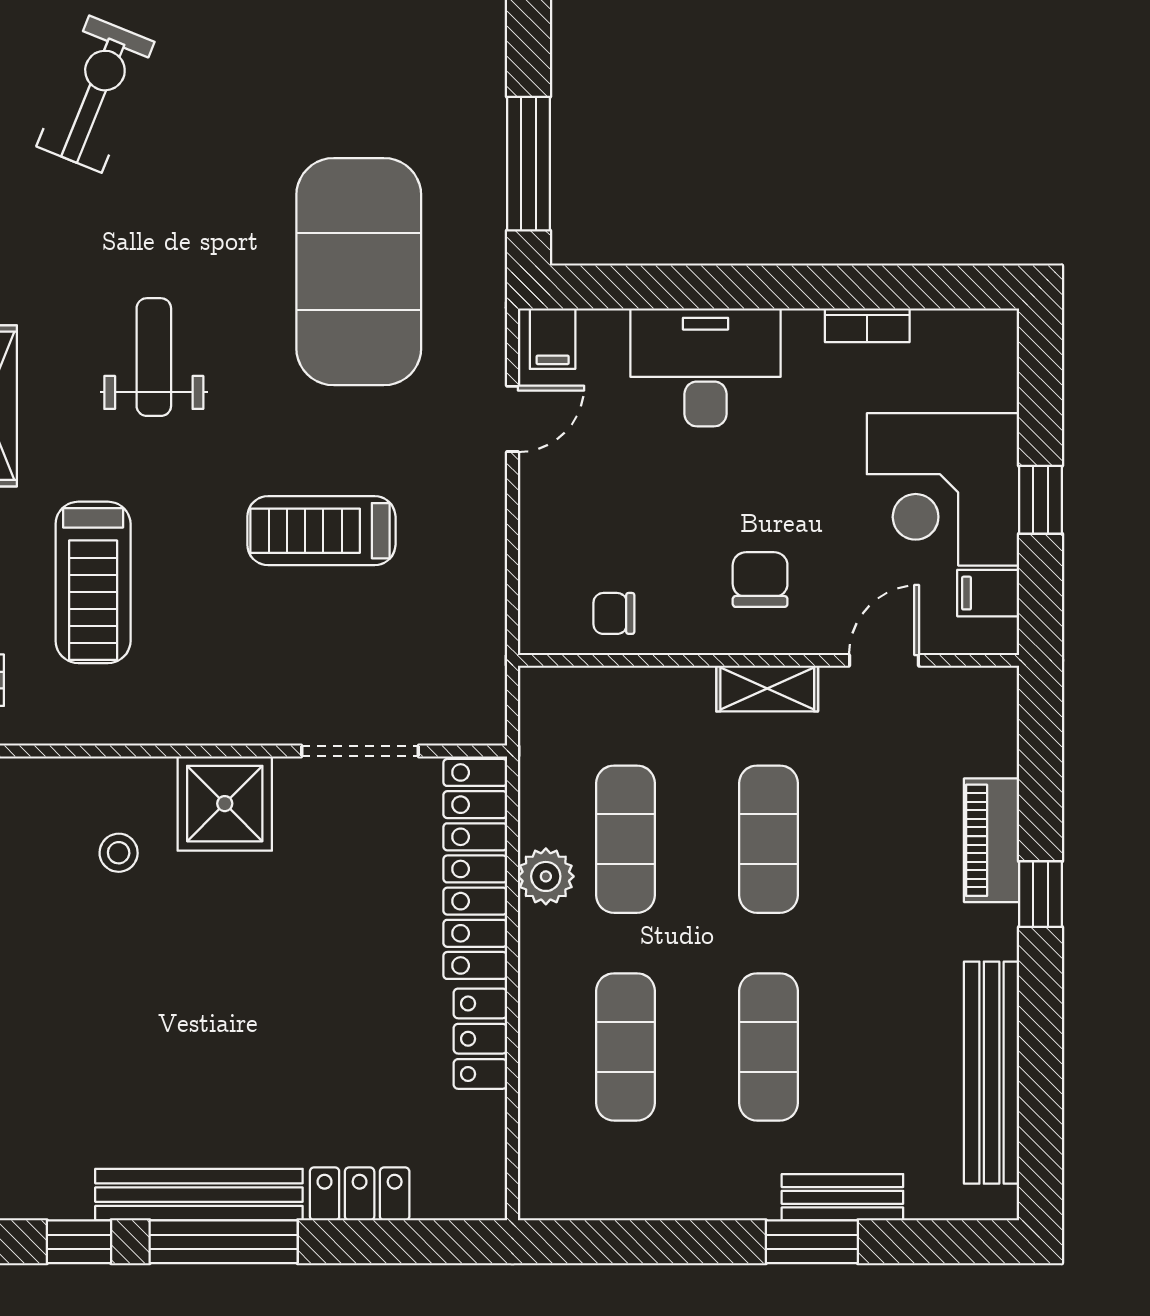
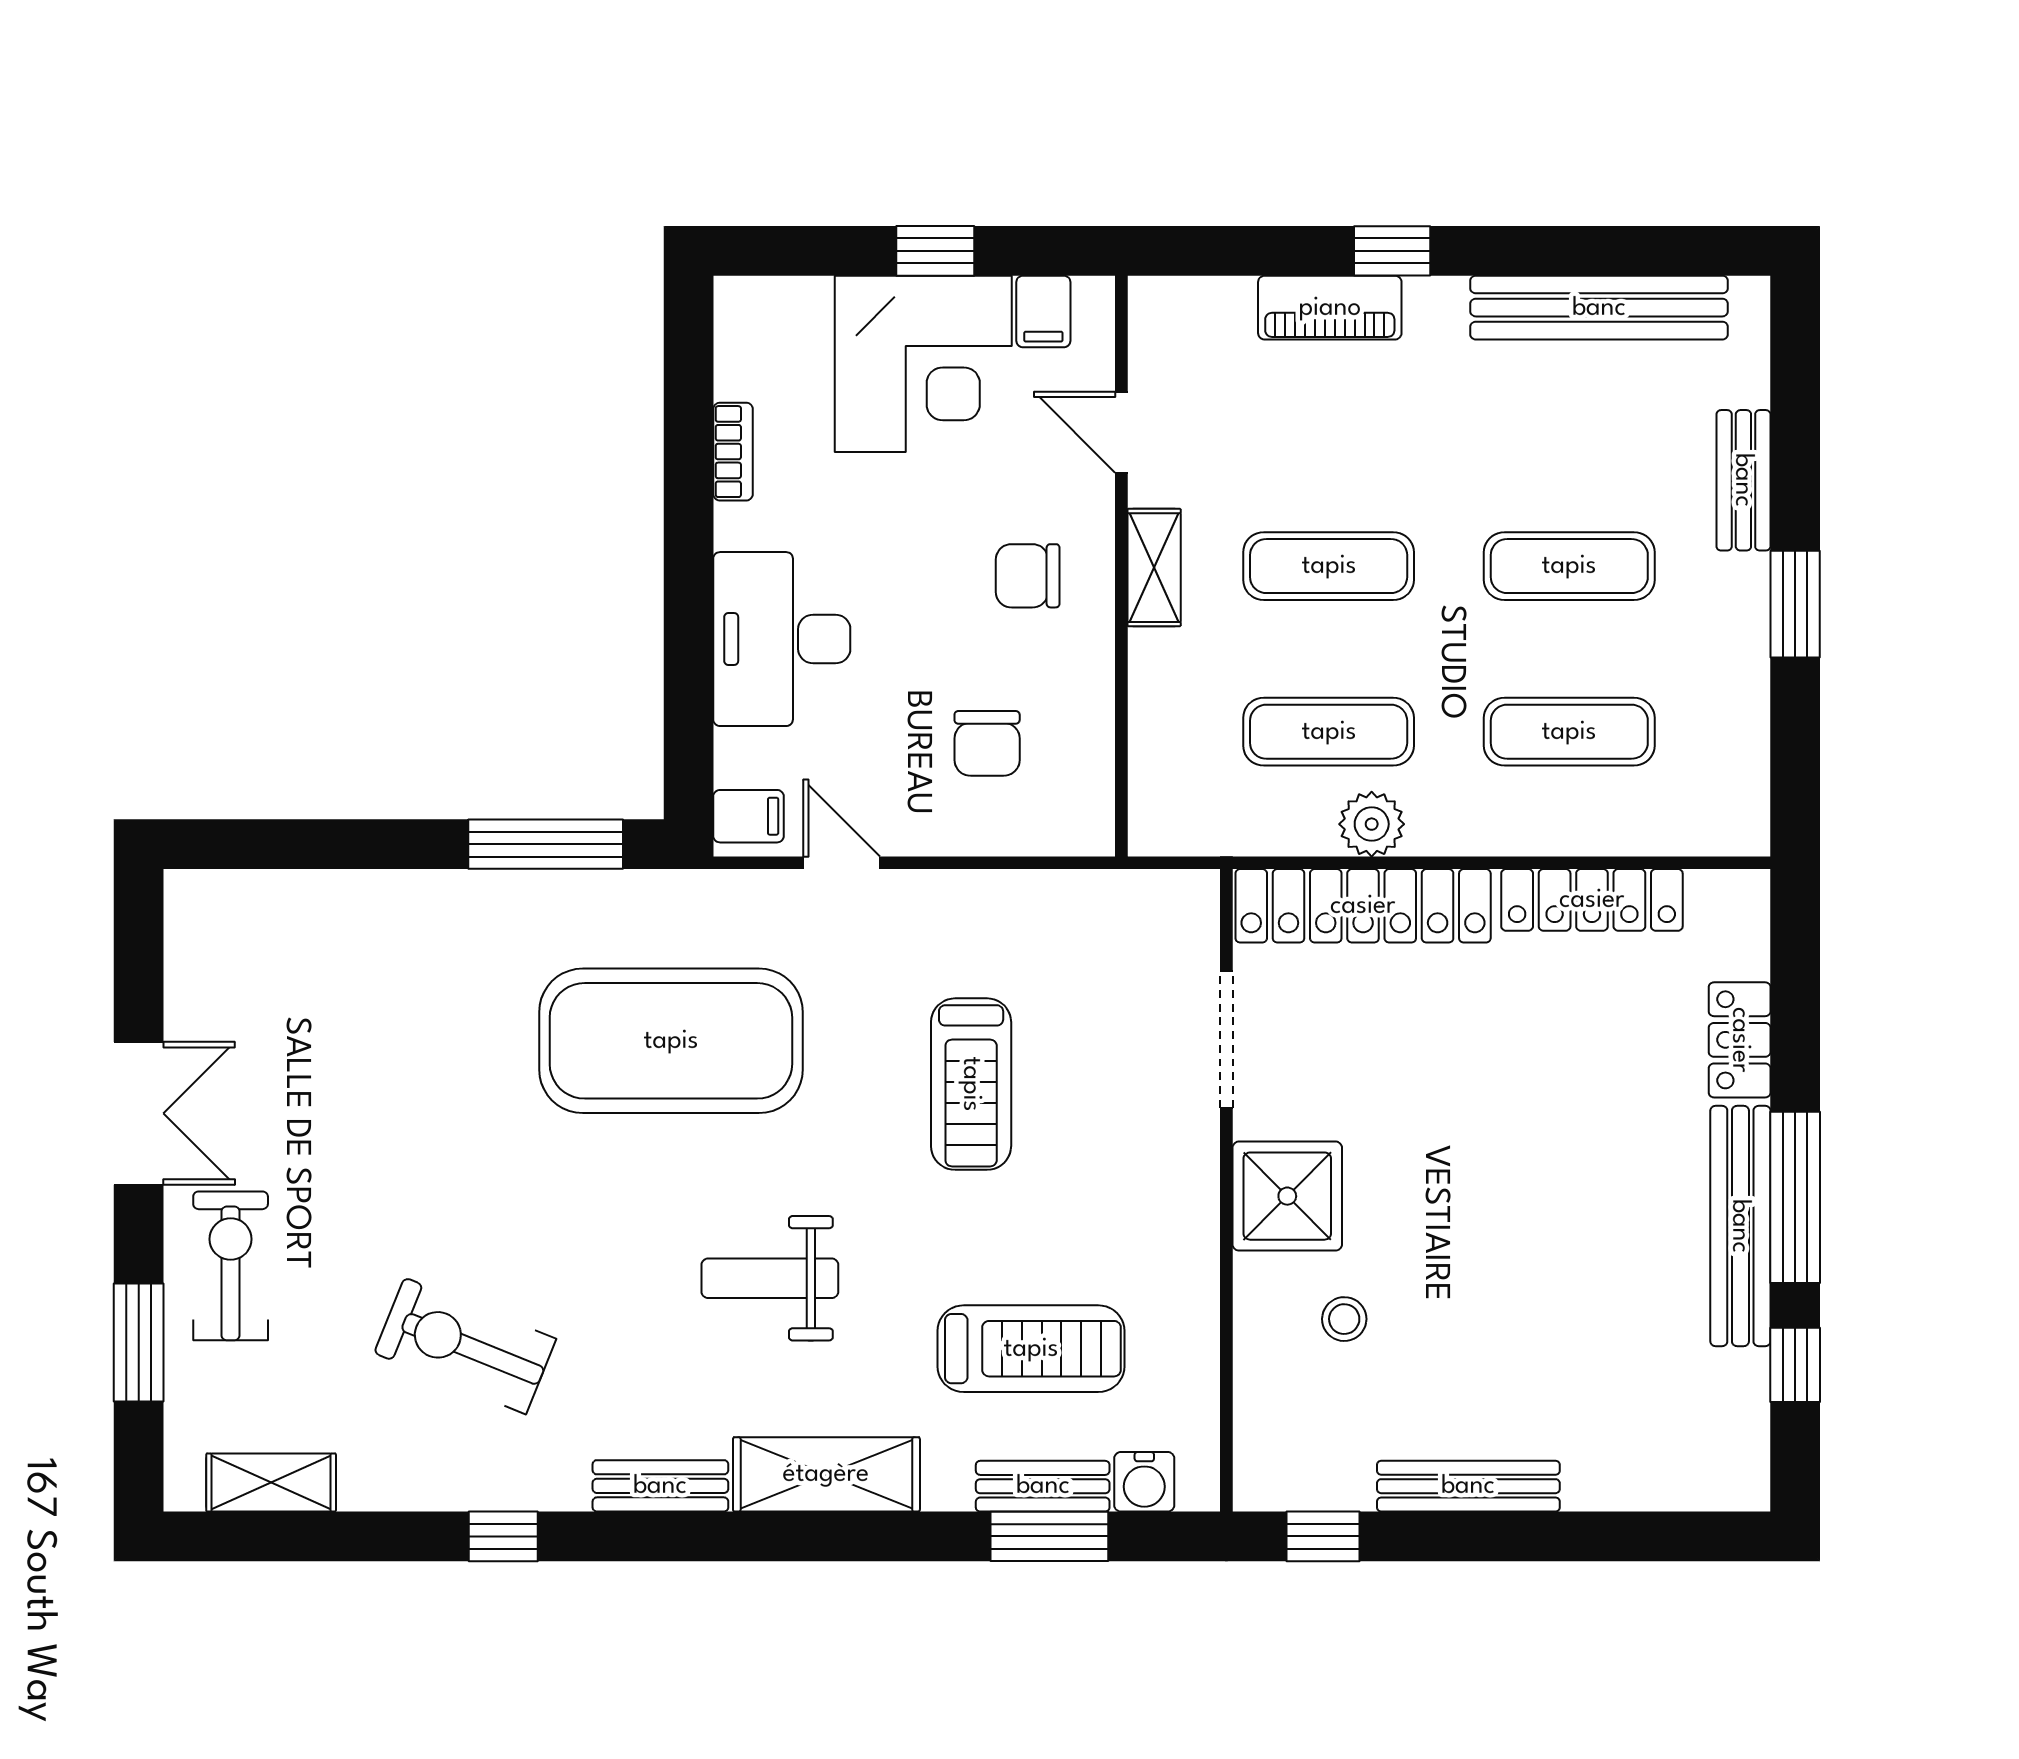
chair: (614, 613) -> (987, 743), moved, width x1.37, depth x1.37
locker: (480, 1039) -> (1592, 900), width x1.53
window: (812, 1242) -> (1795, 604), moved

